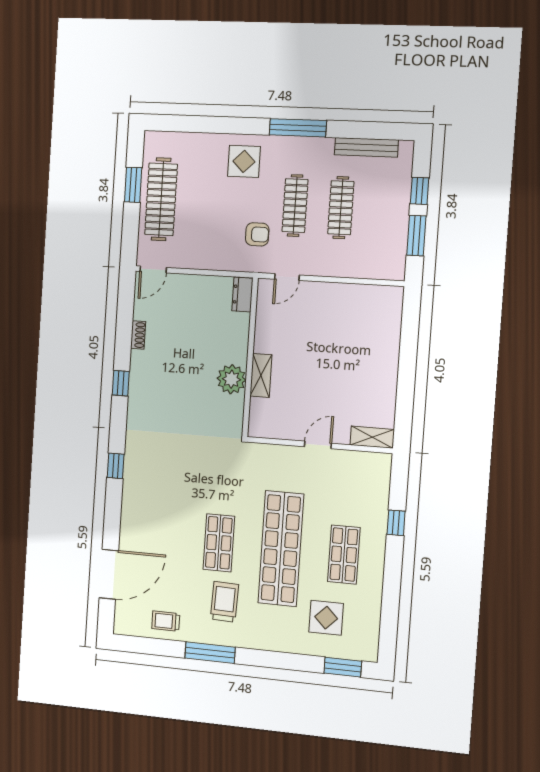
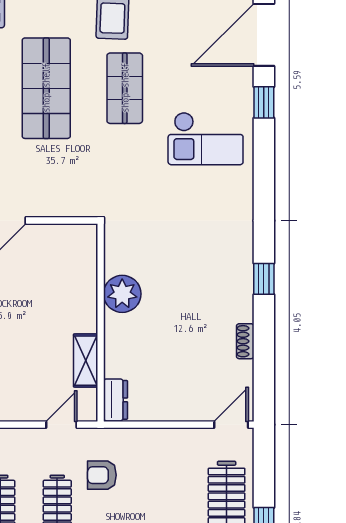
shelving: (261, 375) -> (86, 361), moved
window: (116, 466) -> (264, 102), moved
checkout: (158, 497) -> (206, 139), added
shop shelf: (281, 549) -> (46, 88), width x0.71

